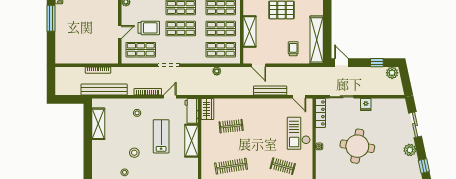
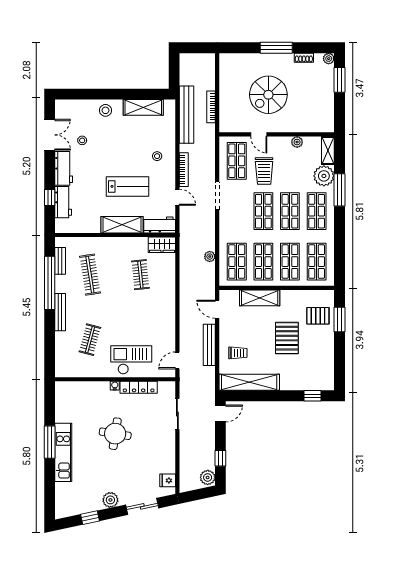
spiral stairs: (88, 25) -> (268, 95), added
door: (259, 65) -> (217, 309), hinge flipped
bench: (270, 91) -> (209, 345), moved
fridge: (366, 105) -> (168, 480), moved
locker: (321, 113) -> (139, 387), moved
round table: (357, 146) -> (115, 434), width x0.73, depth x0.73
stool: (134, 153) -> (105, 110), moved

